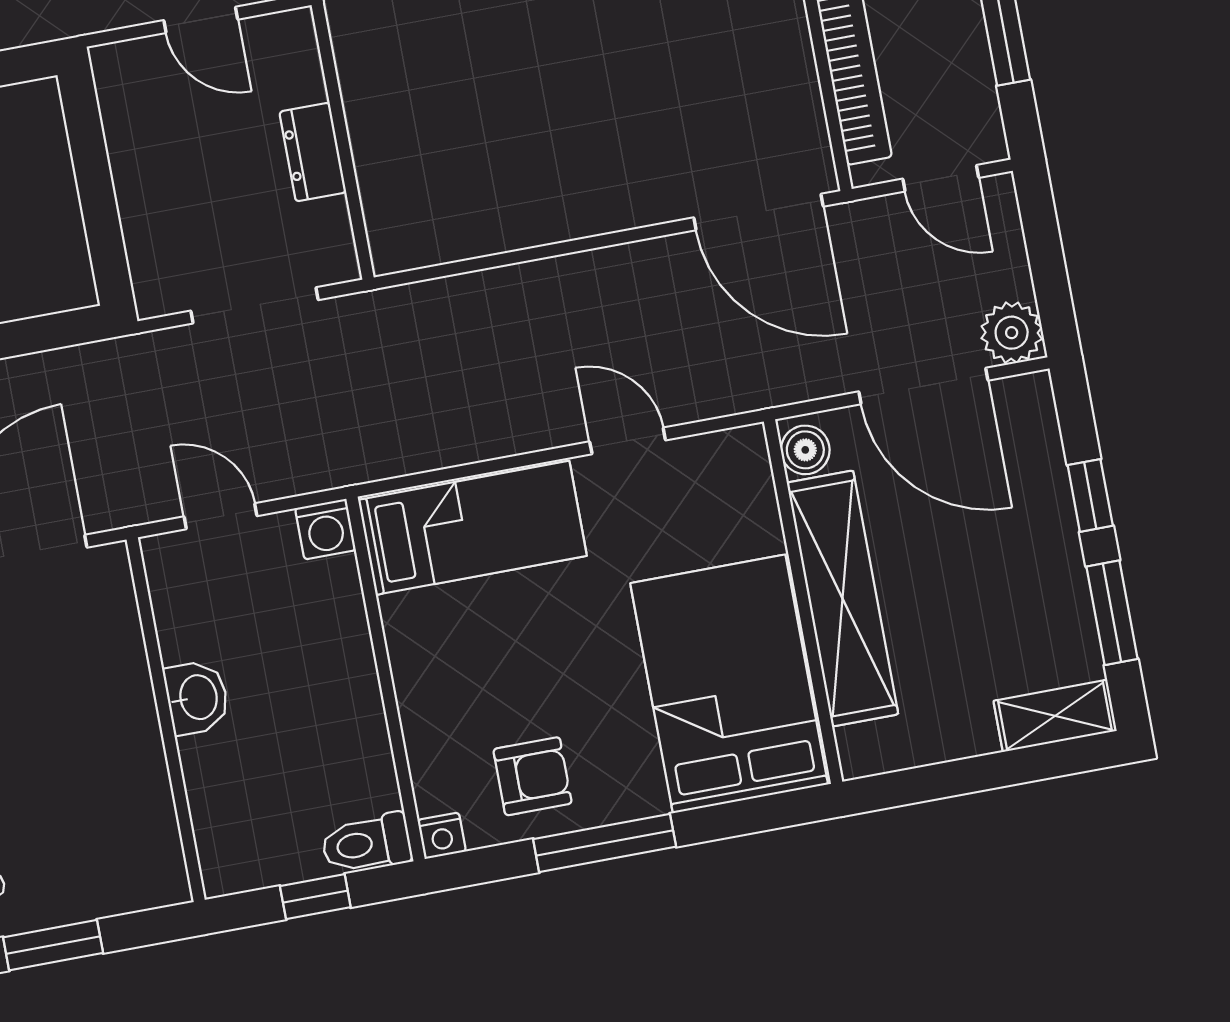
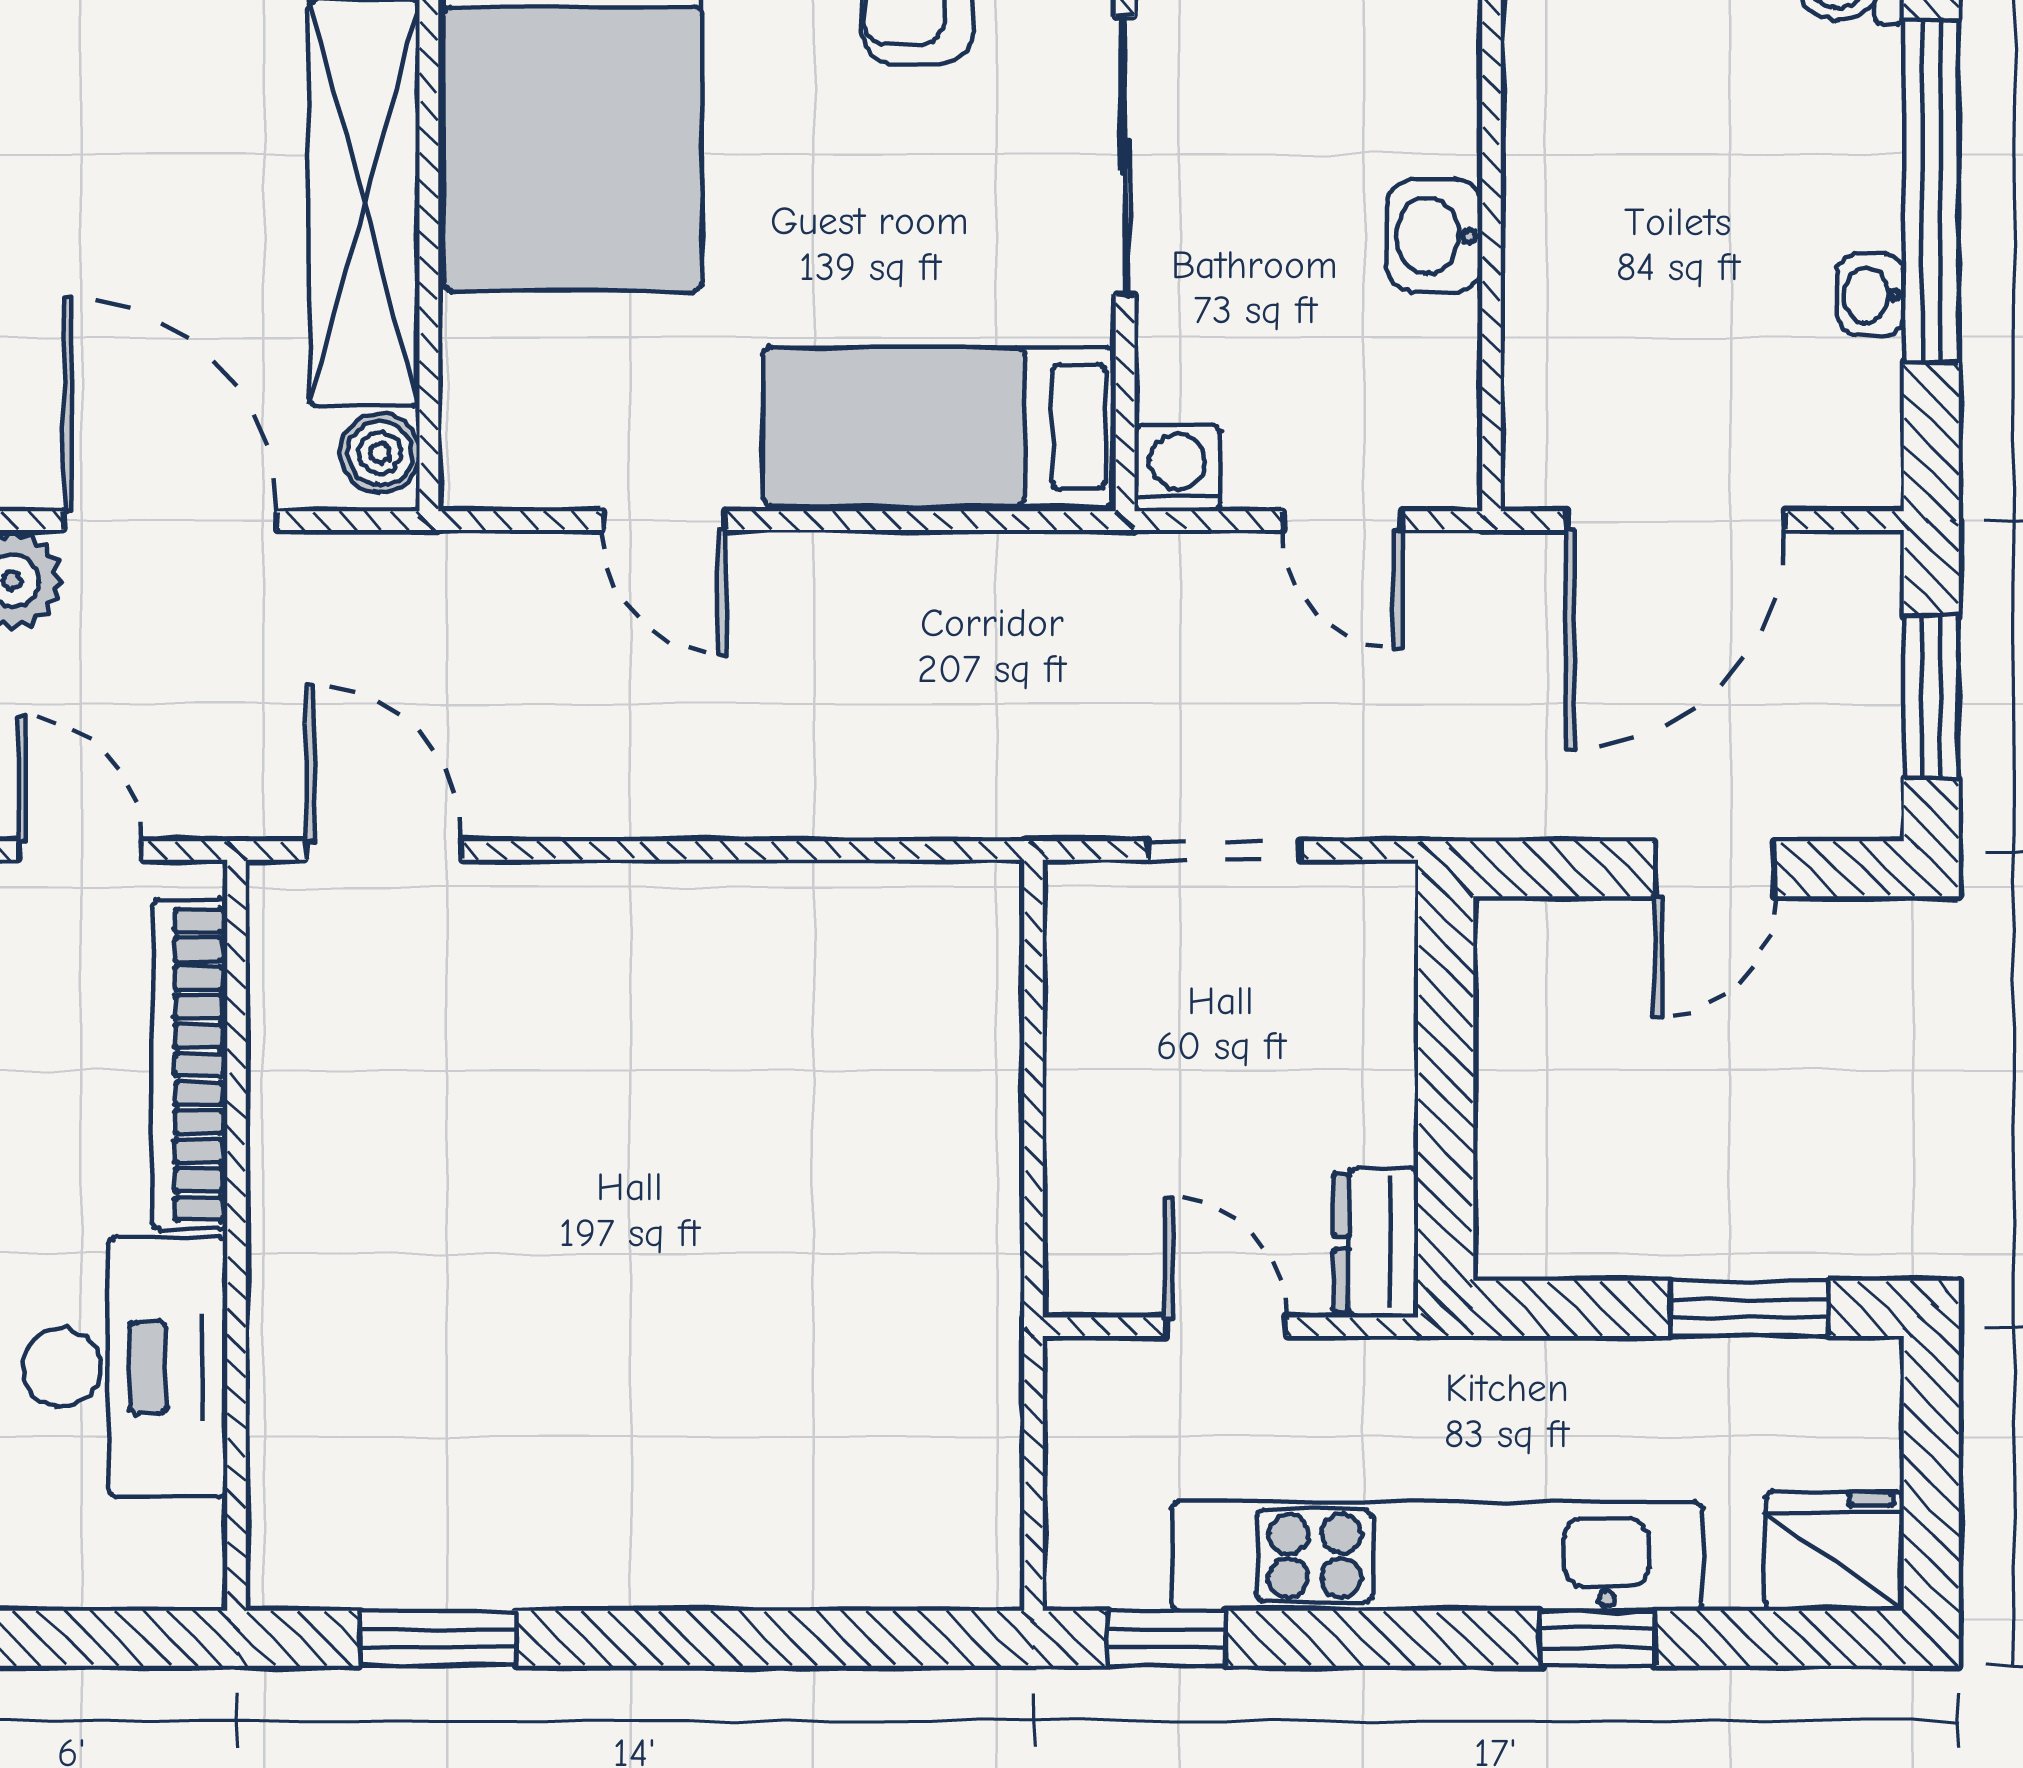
dresser: (313, 152) -> (1376, 1243), moved, turned 180
door: (759, 212) -> (384, 850), width x0.73
doorway: (254, 305) -> (1225, 850), width x0.73
sliding door: (391, 711) -> (1125, 156), added

